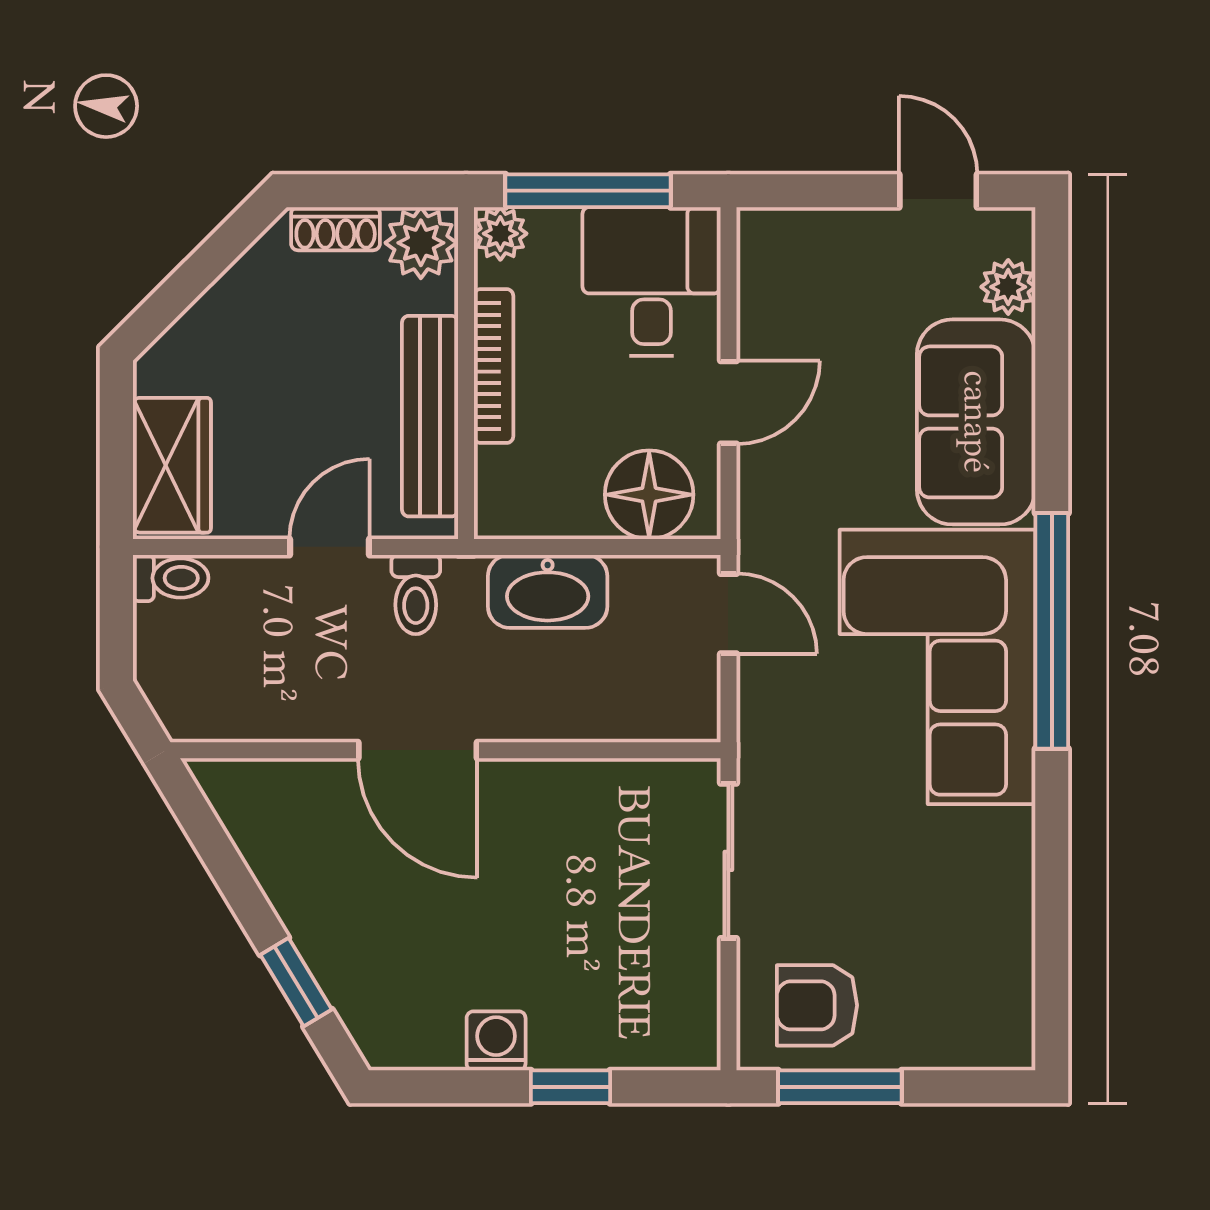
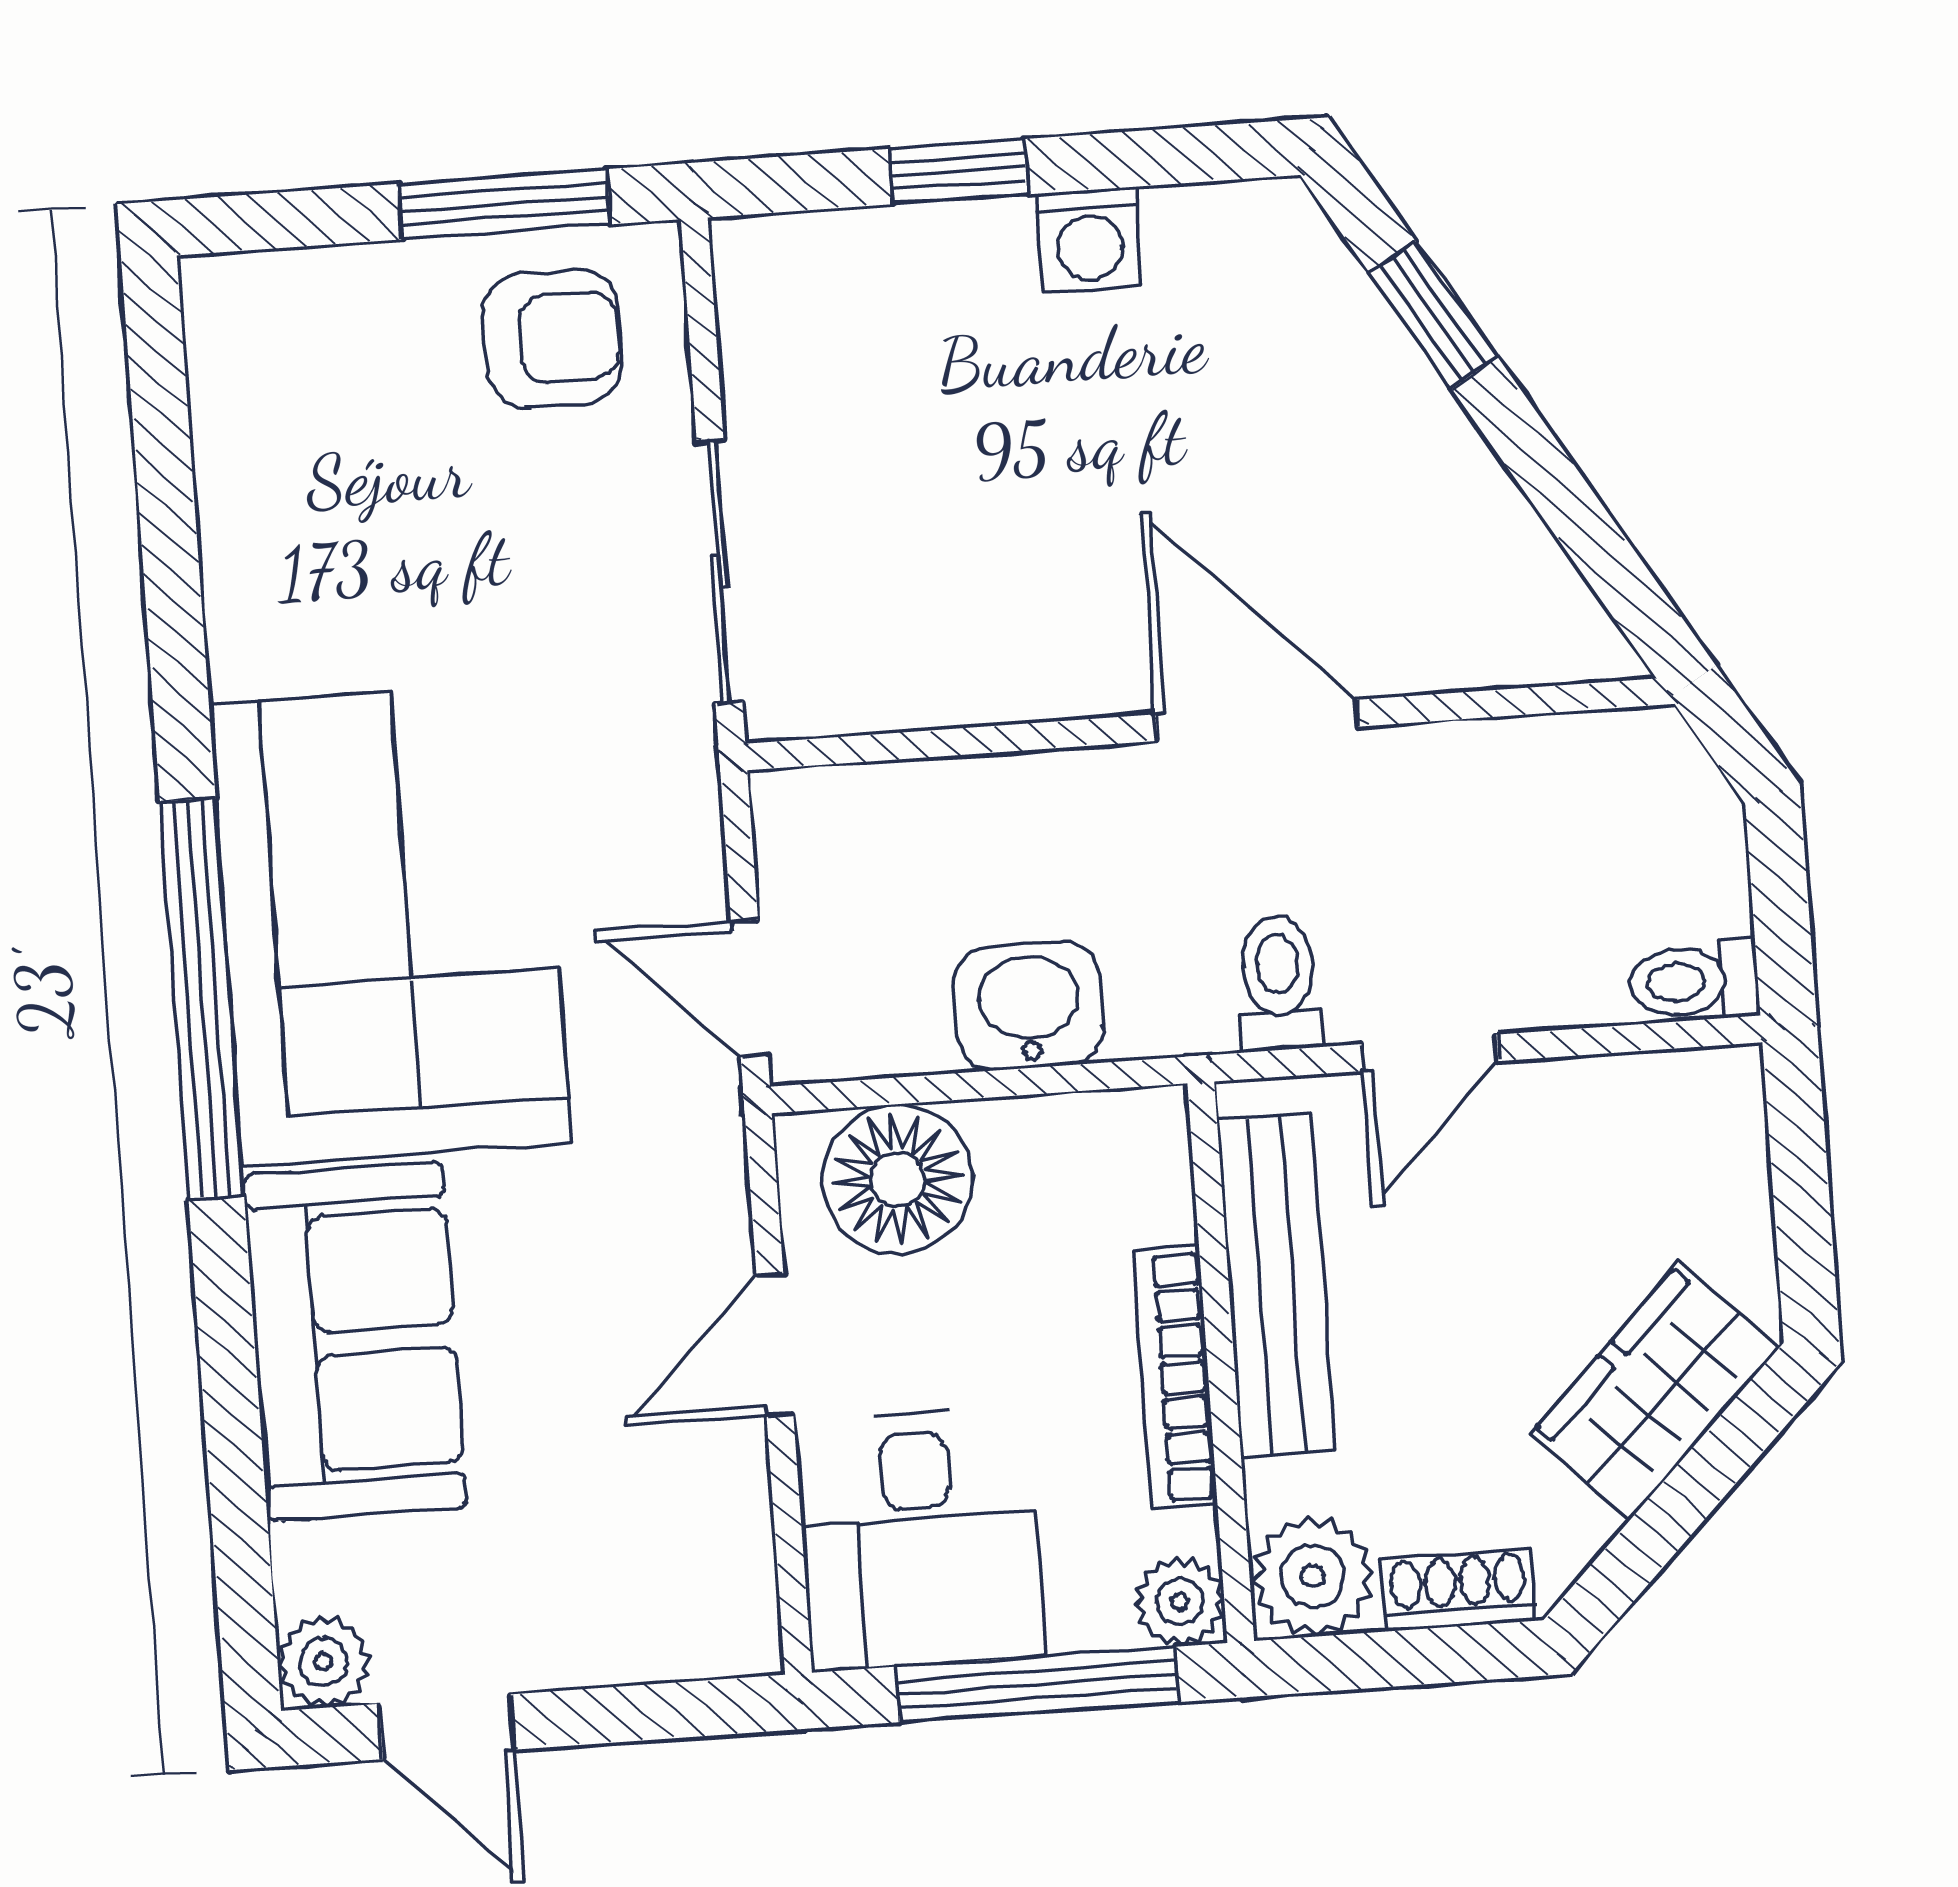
plant: (1008, 287) -> (324, 1662), moved
wardrobe: (172, 465) -> (1655, 1391), moved, turned 45
washbasin: (548, 591) -> (1029, 1006), width x0.72

